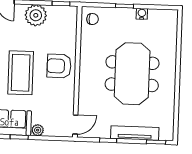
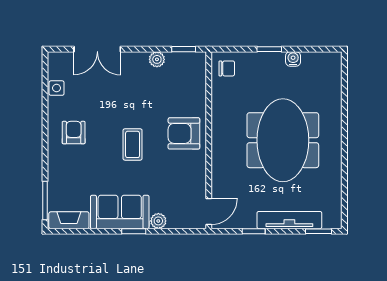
plant: (36, 15) -> (157, 59), width x0.53, depth x0.53
coffee table: (21, 73) -> (133, 144), width x0.54, depth x0.58

